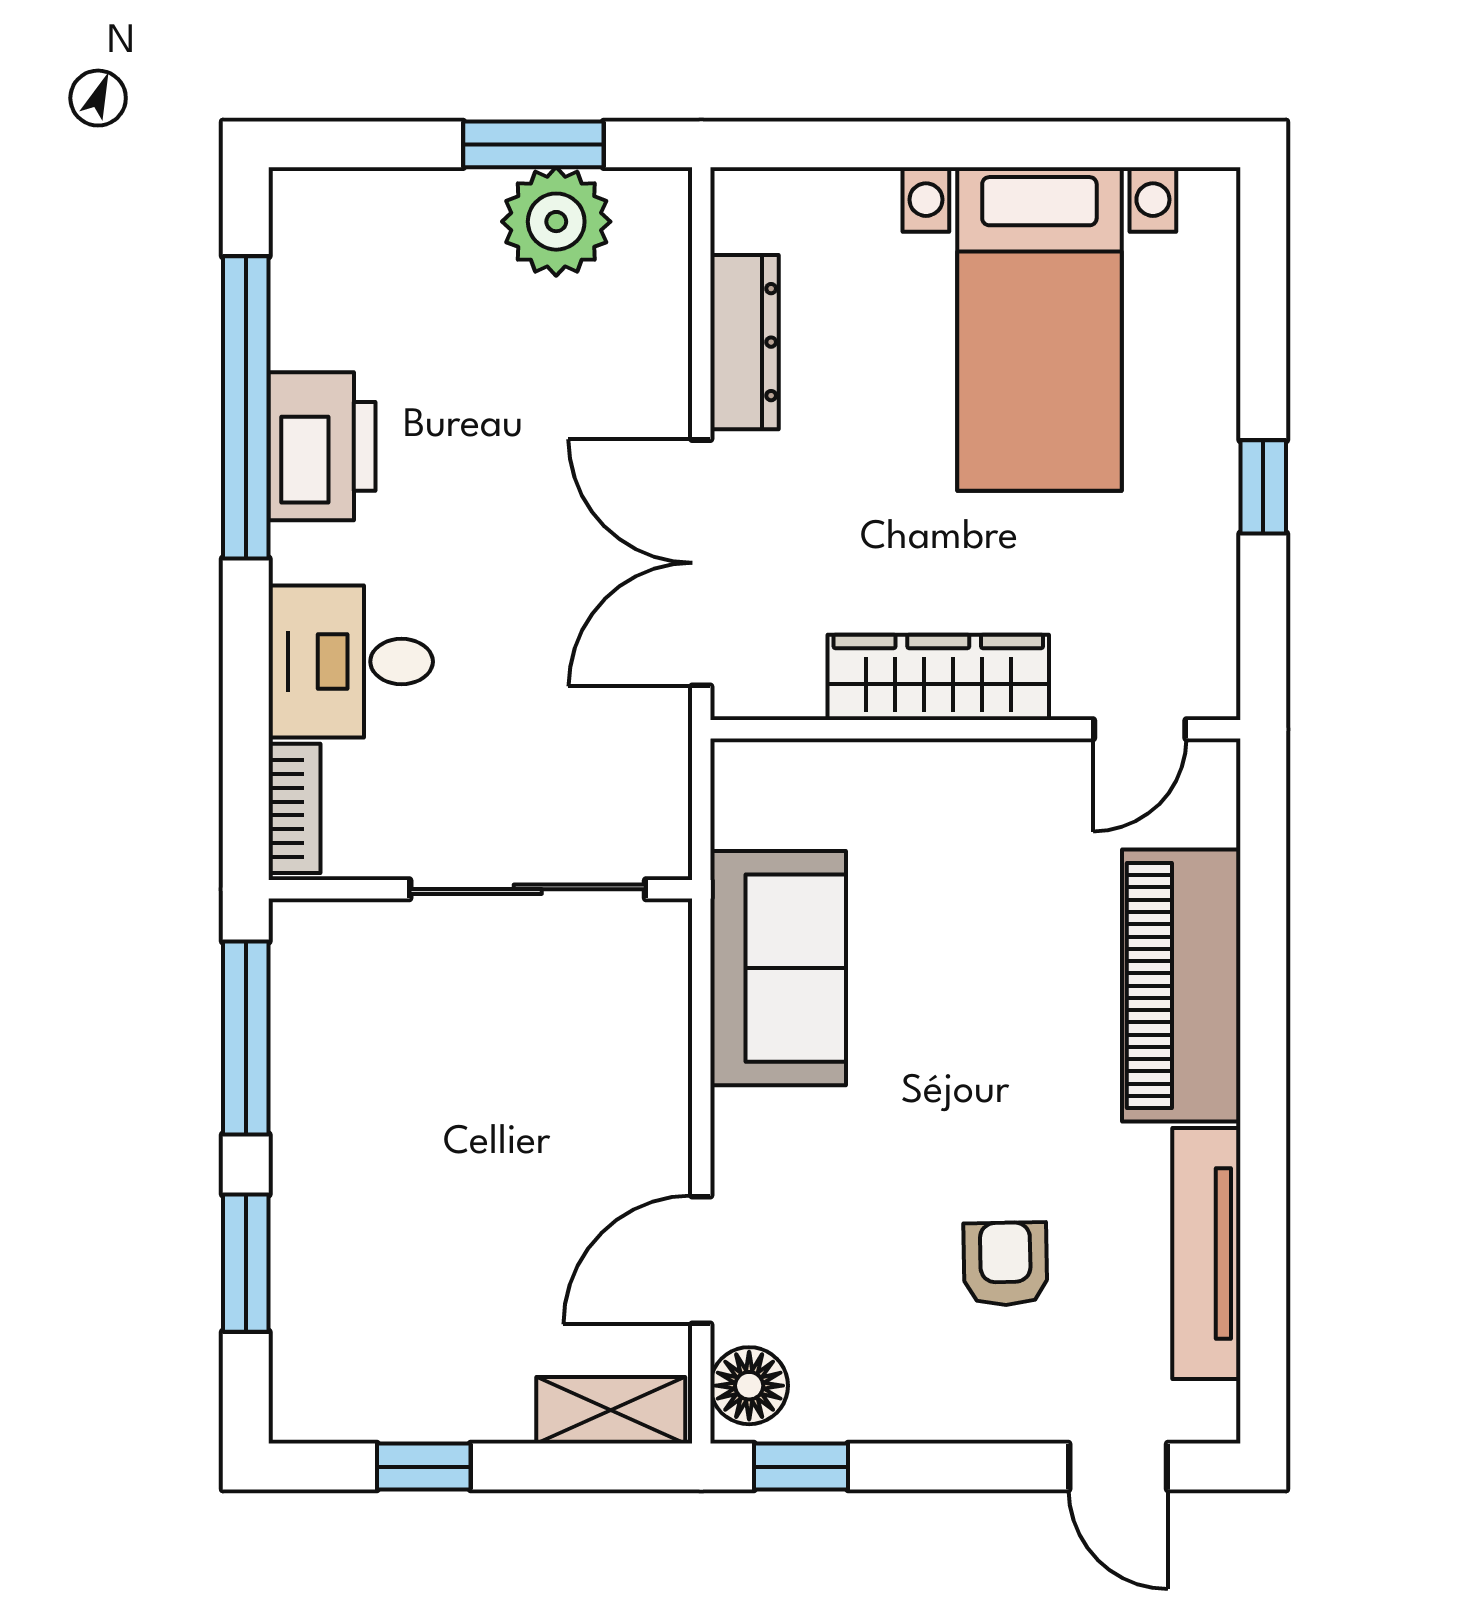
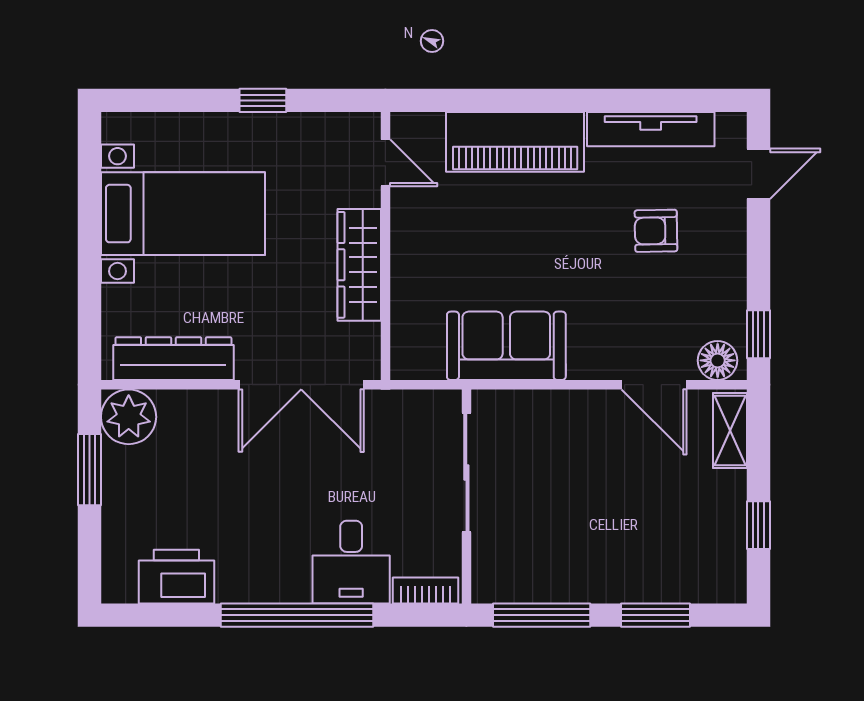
plant: (556, 222) -> (129, 417), moved
dresser: (745, 342) -> (173, 359), width x1.37, depth x1.24
window: (246, 407) -> (297, 615), moved
printer: (322, 446) -> (176, 577), moved

